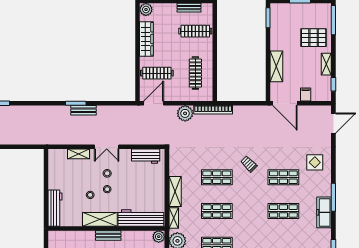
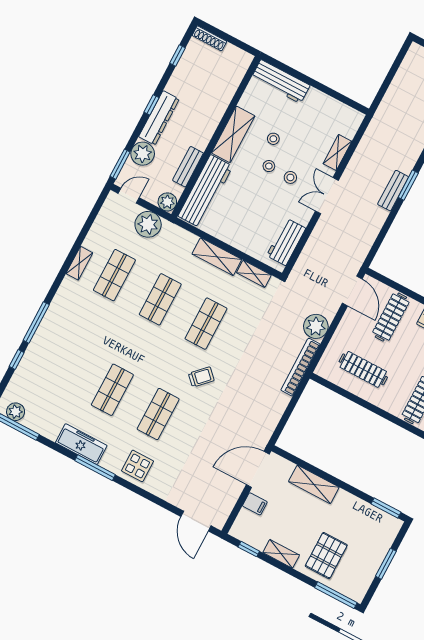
display table: (315, 162) -> (138, 466), moved
shelving: (174, 218) -> (254, 274), moved
bench: (108, 235) -> (188, 167), moved

